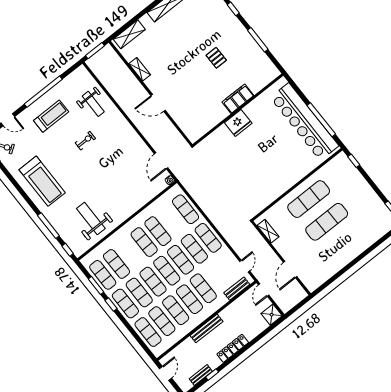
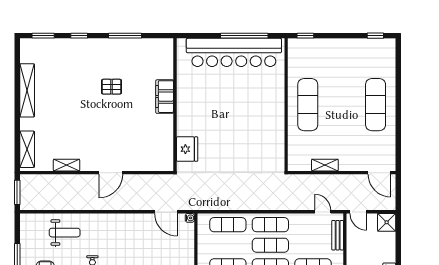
fridge: (238, 123) -> (187, 149), moved
exercise mat: (327, 222) -> (376, 105), moved
shelving: (268, 231) -> (325, 165), moved
door: (290, 269) -> (379, 173), moved

